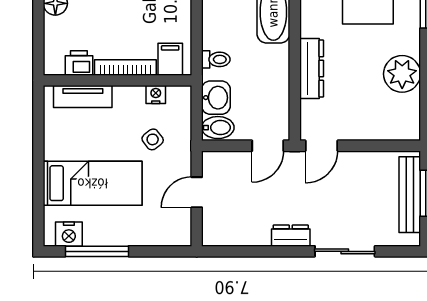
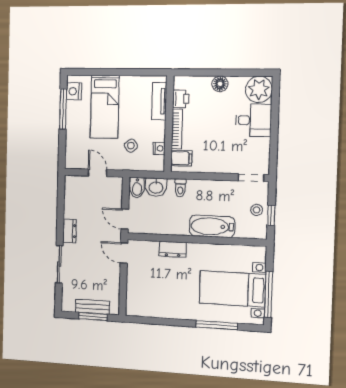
dresser: (312, 68) -> (173, 249), width x0.70
plant: (402, 74) -> (167, 307), removed
bench: (410, 195) -> (92, 307), width x0.73

